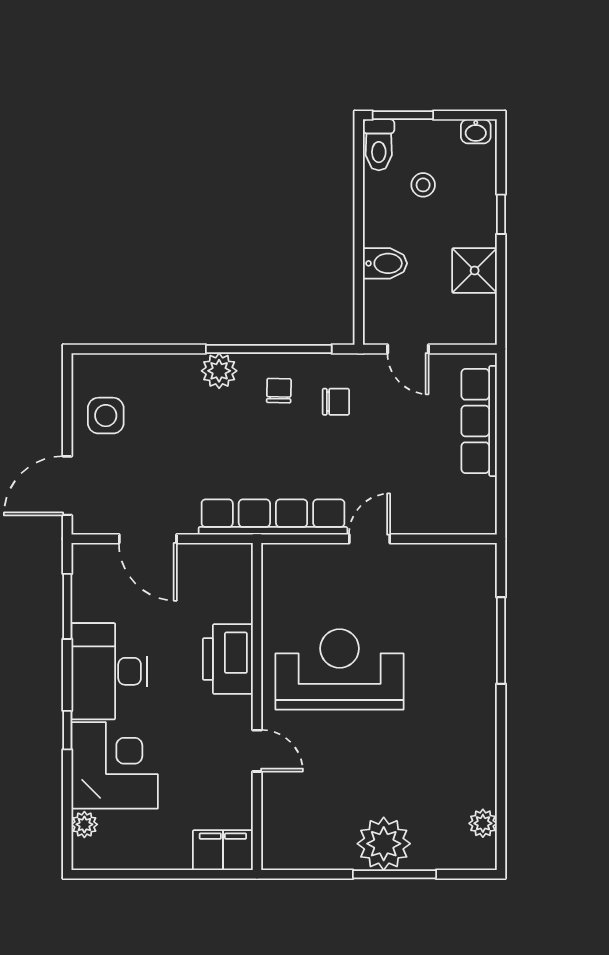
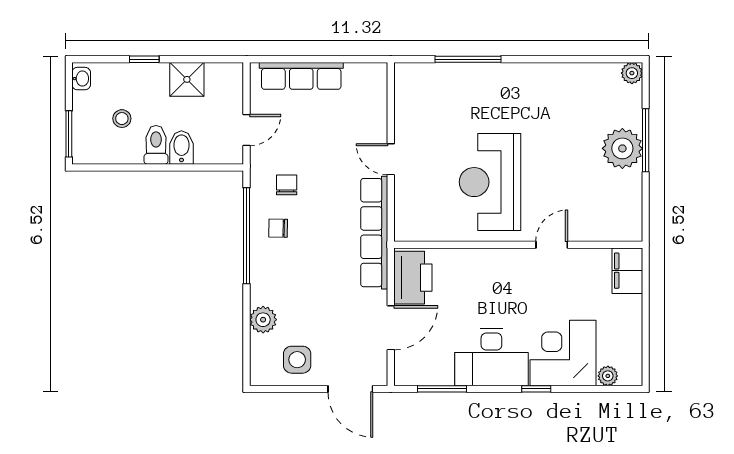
toilet: (379, 145) -> (156, 145), moved, turned -90
plant: (219, 371) -> (263, 320), moved
printer: (228, 659) -> (413, 278), moved, turned -90
plant: (483, 823) -> (632, 73), moved

